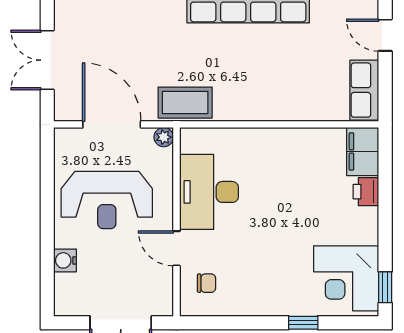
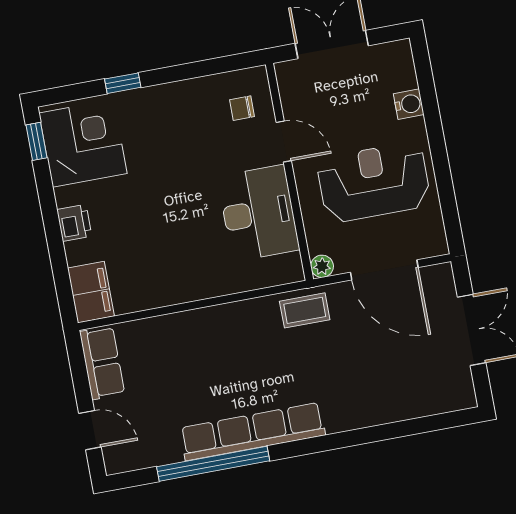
coffee table: (185, 103) -> (305, 310), width x0.73, depth x0.77
printer: (366, 192) -> (74, 223), moved

